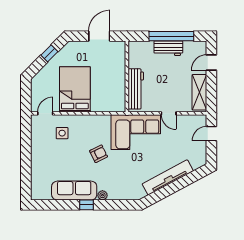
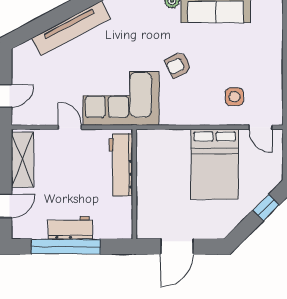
window: (49, 53) -> (266, 207), moved
door: (45, 113) -> (260, 127), hinge flipped

